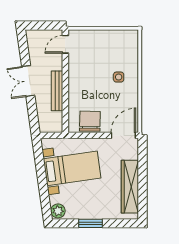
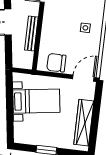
chair: (90, 121) -> (56, 63), turned -91
plant: (58, 211) -> (20, 136), removed

